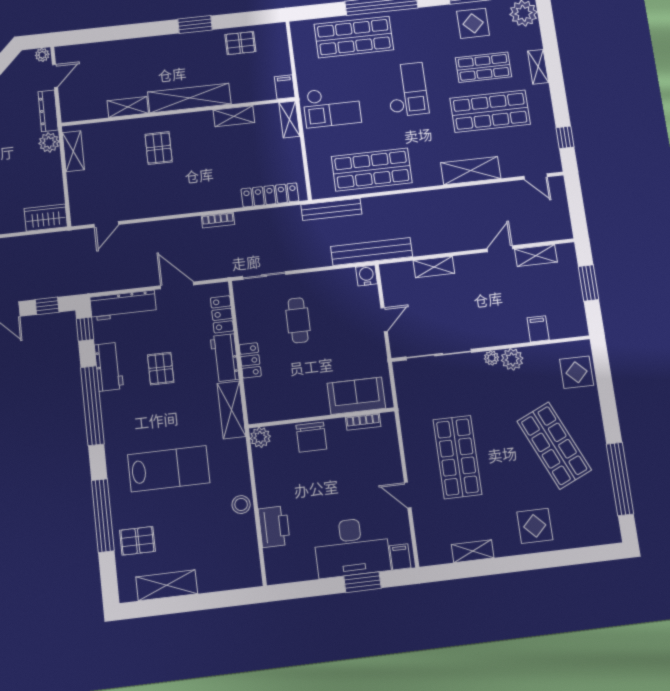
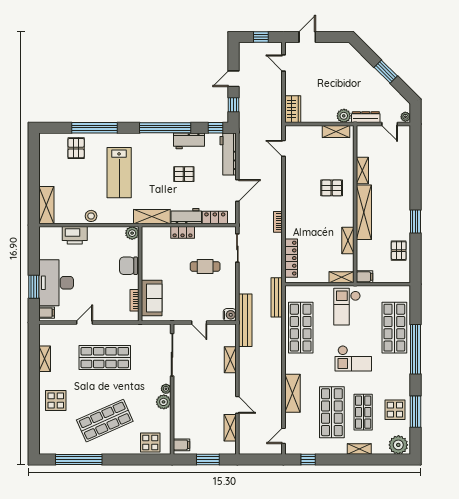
filing cabinet: (538, 329) -> (181, 445), moved
shelving: (167, 585) -> (46, 205), moved

